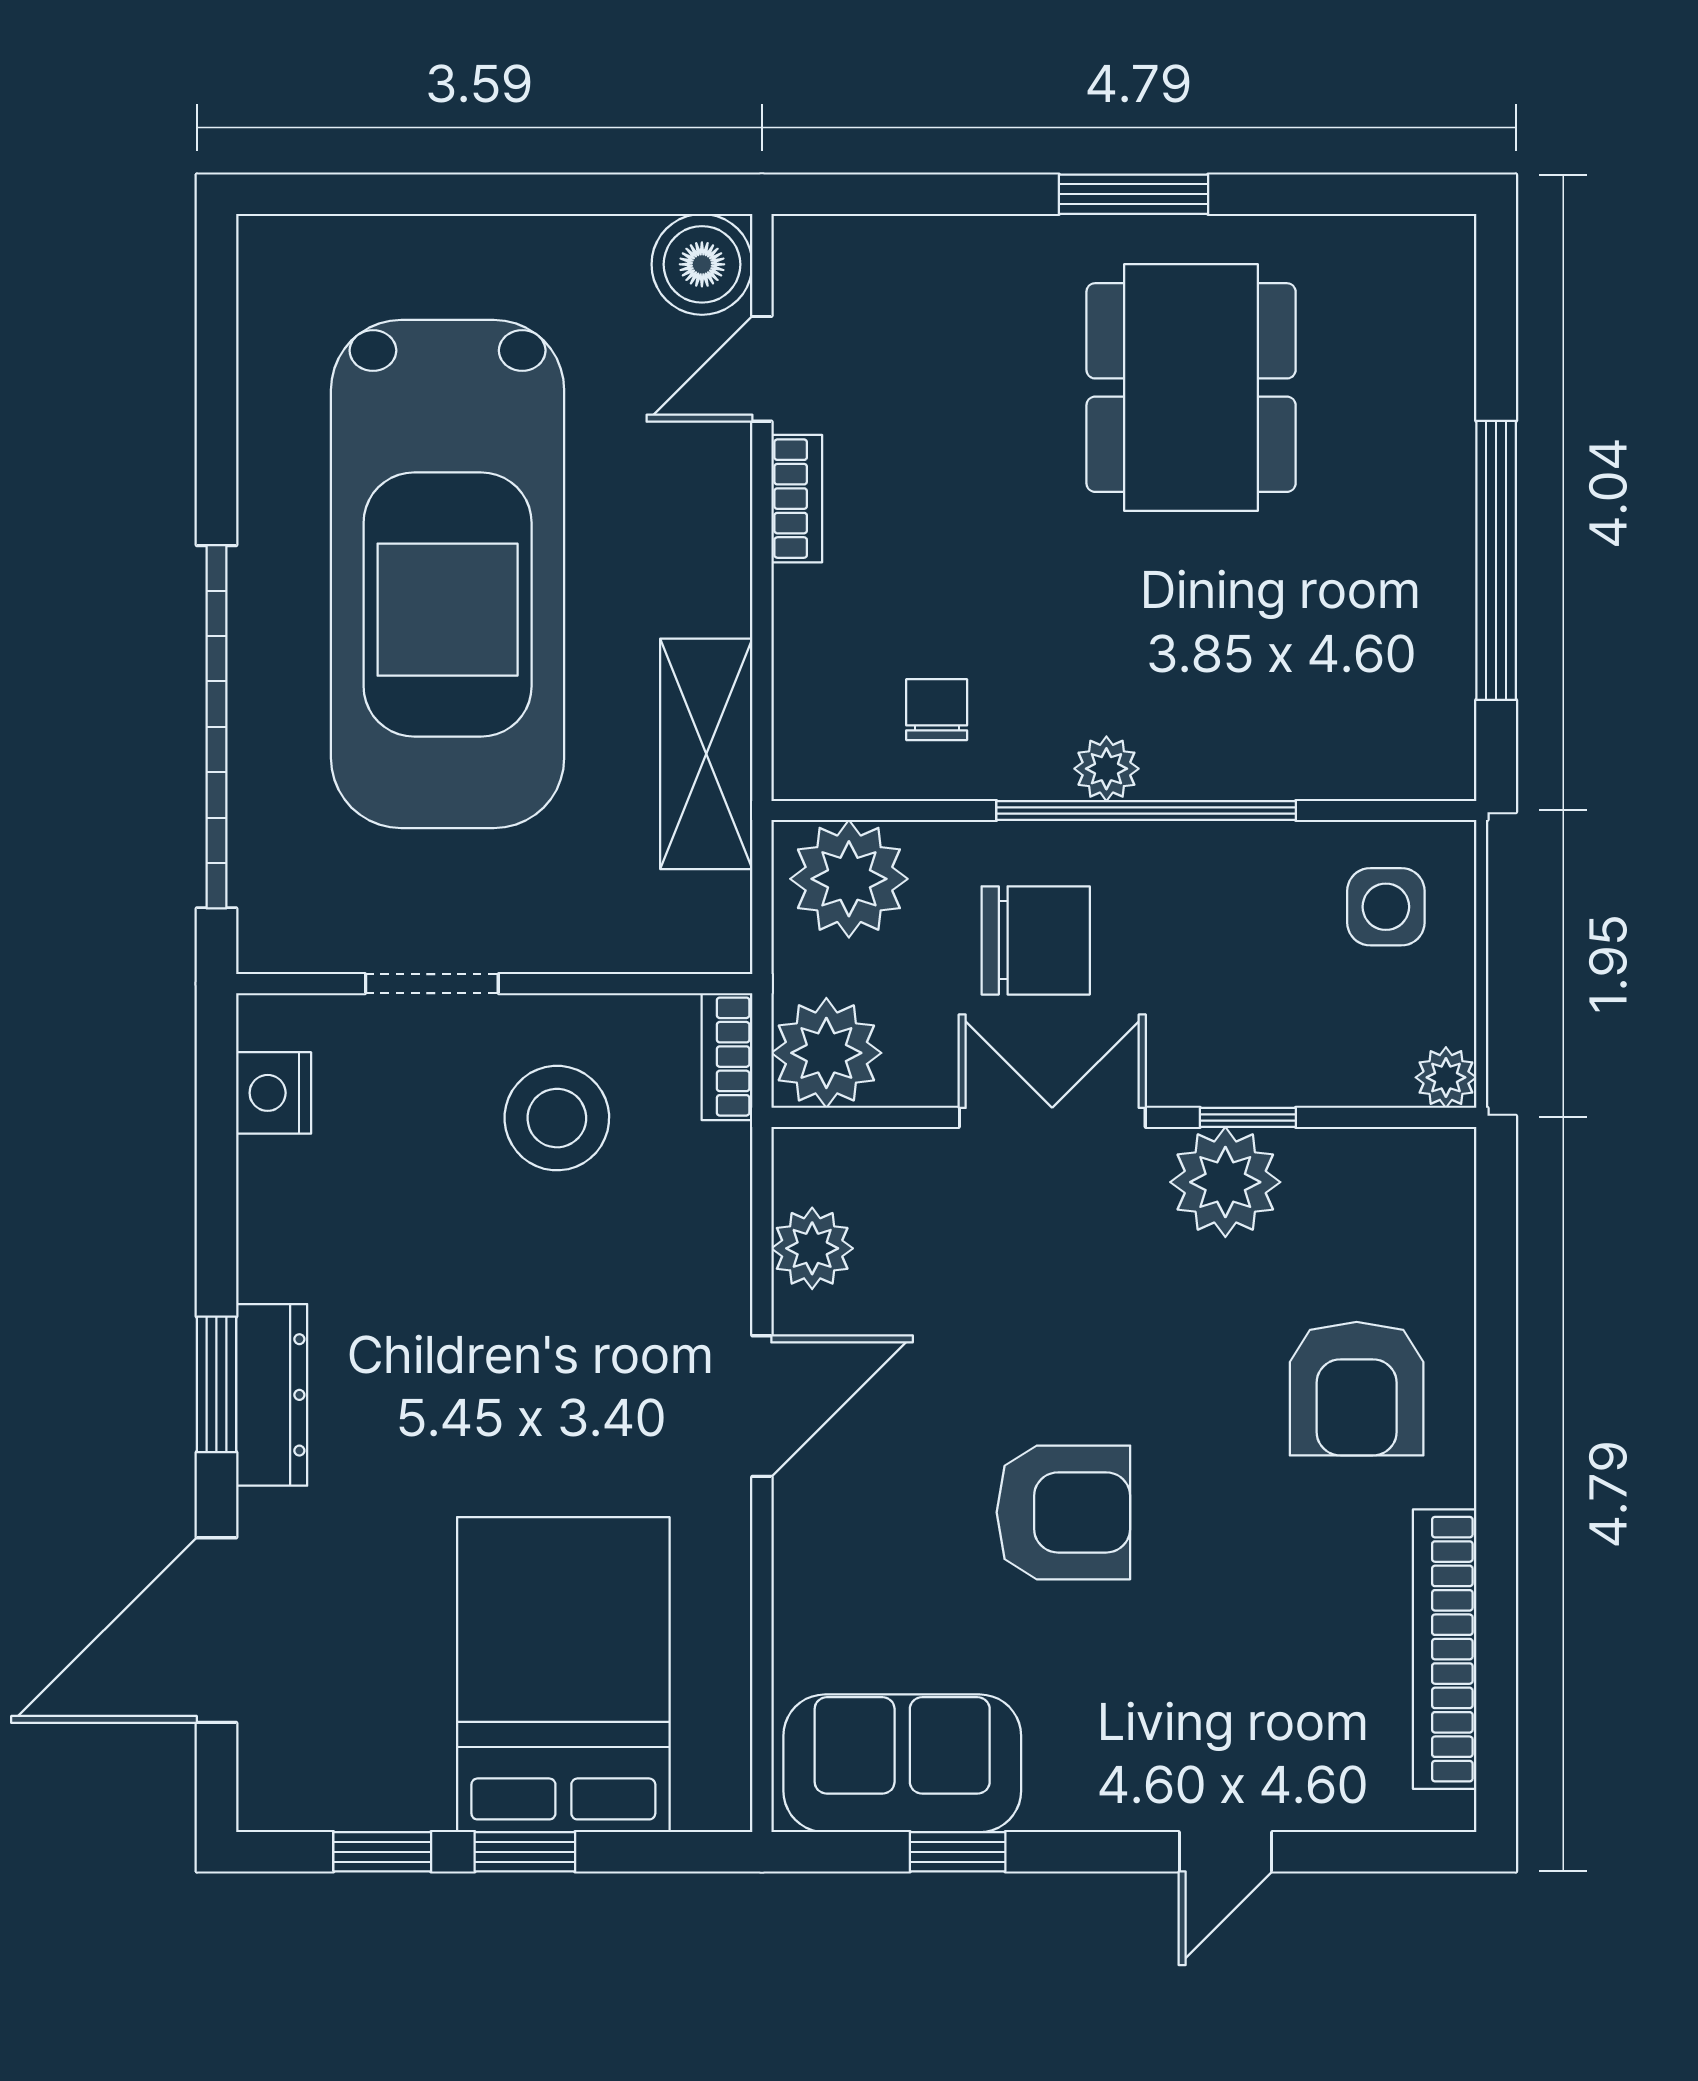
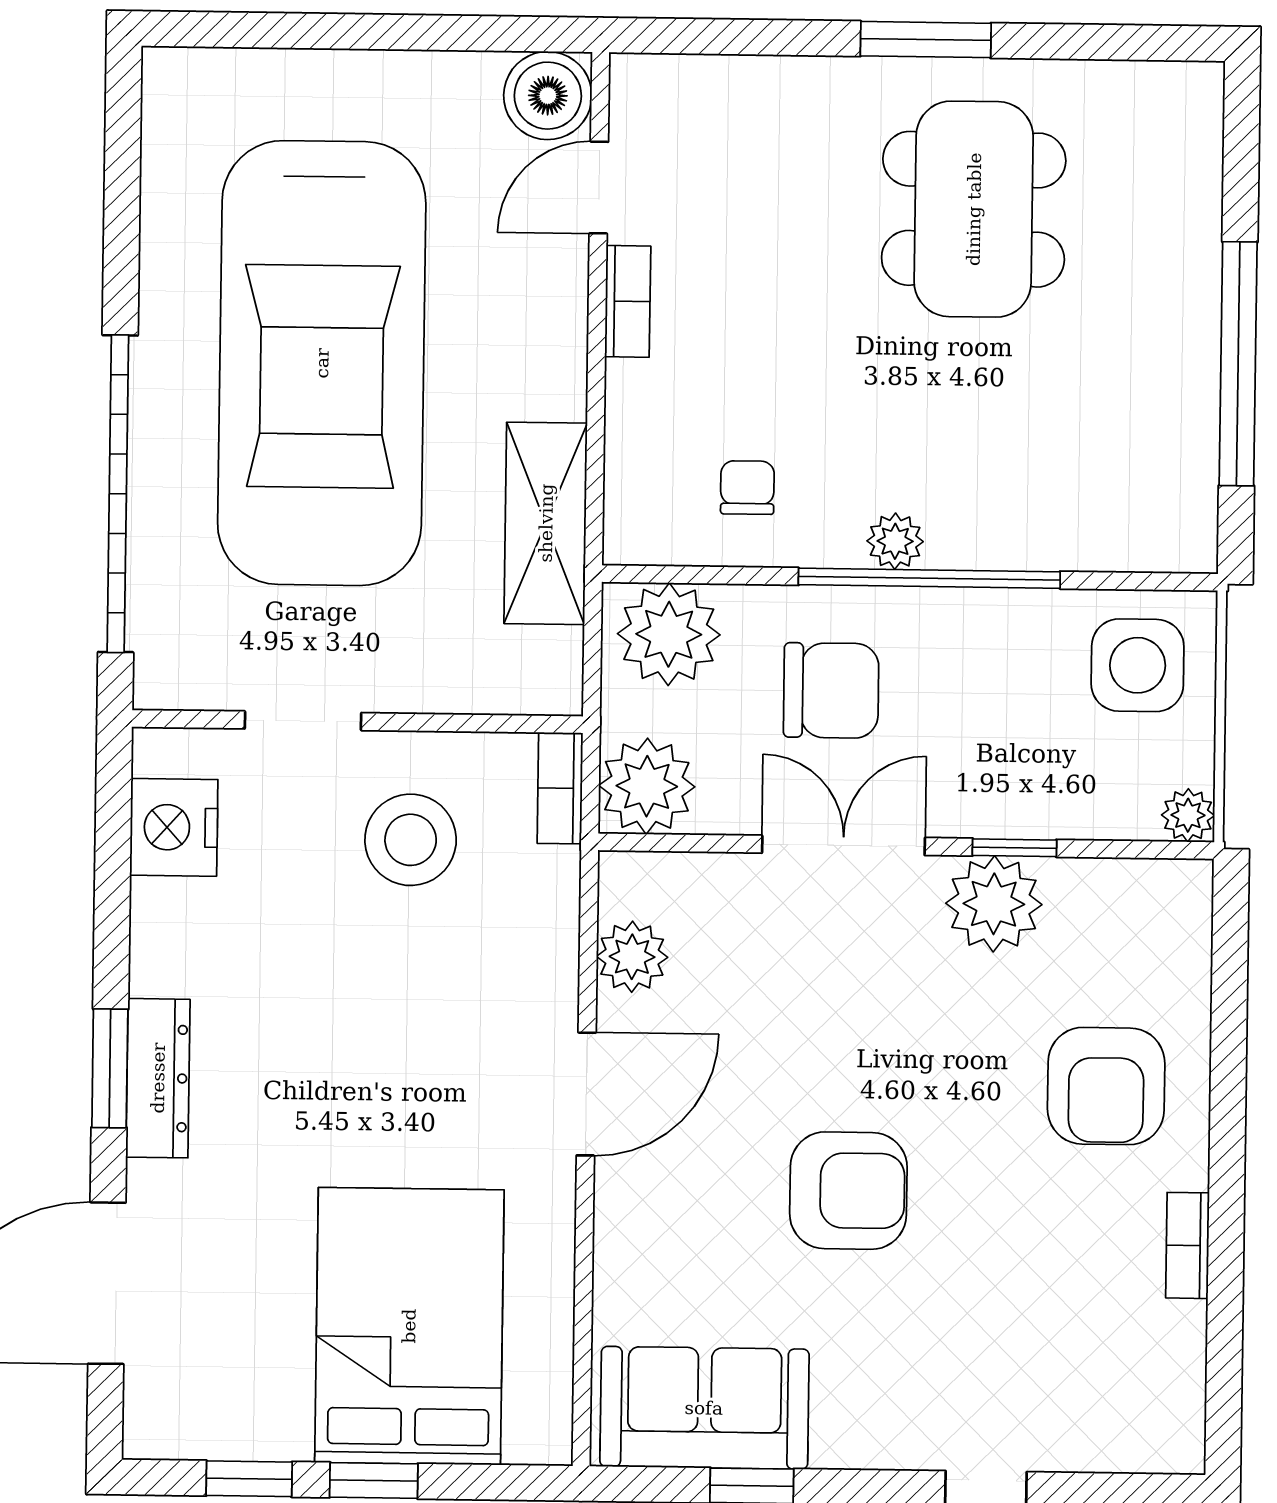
side table: (1386, 907) -> (1138, 665), width x1.37, depth x1.37
nightstand: (274, 1093) -> (174, 827), width x1.36, depth x1.33
bookcase: (1445, 1649) -> (1188, 1245), width x0.43, depth x0.76

